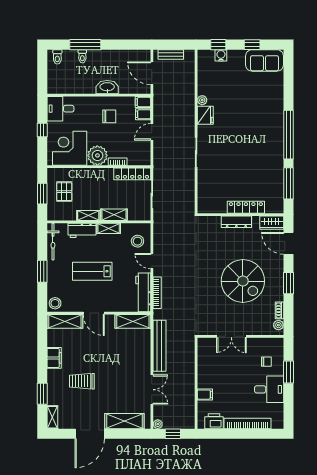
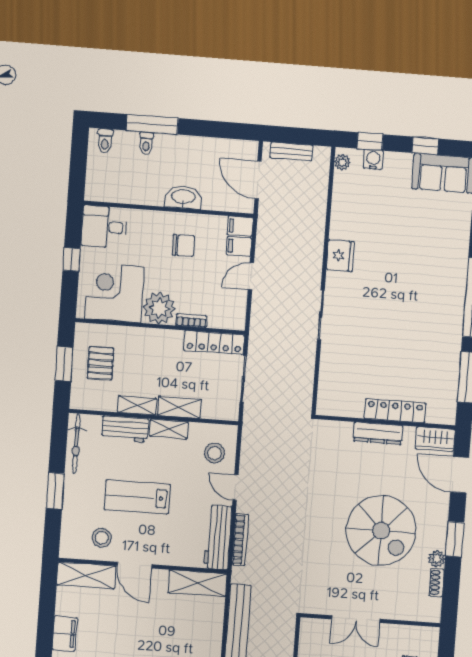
plant: (202, 100) -> (342, 162), moved
stool: (55, 303) -> (102, 538), moved
plant: (278, 325) -> (437, 559), moved

